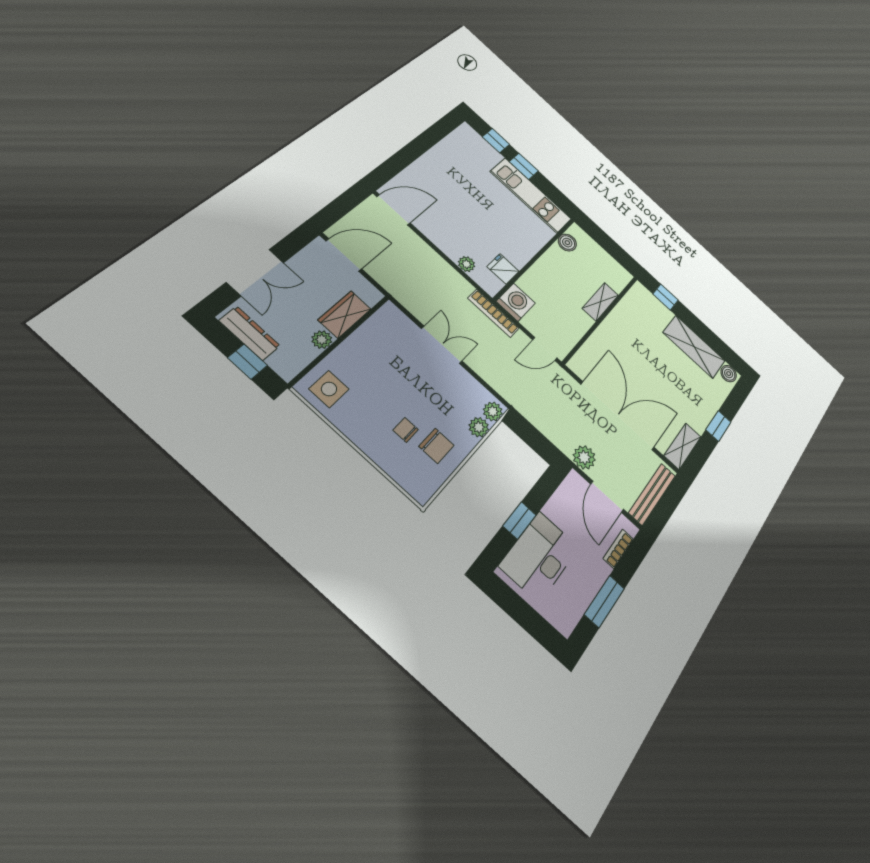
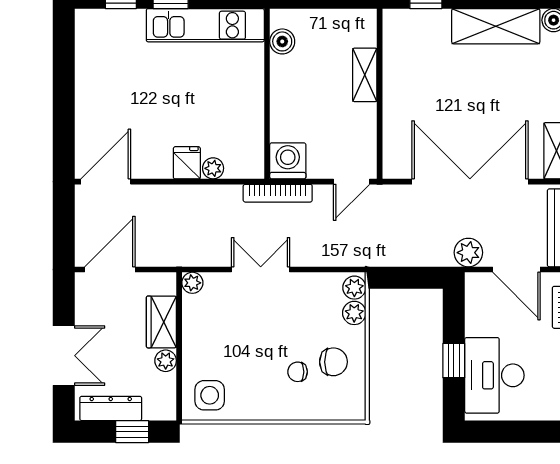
fridge: (503, 269) -> (187, 163), moved, turned 90
plant: (389, 311) -> (192, 283), added

